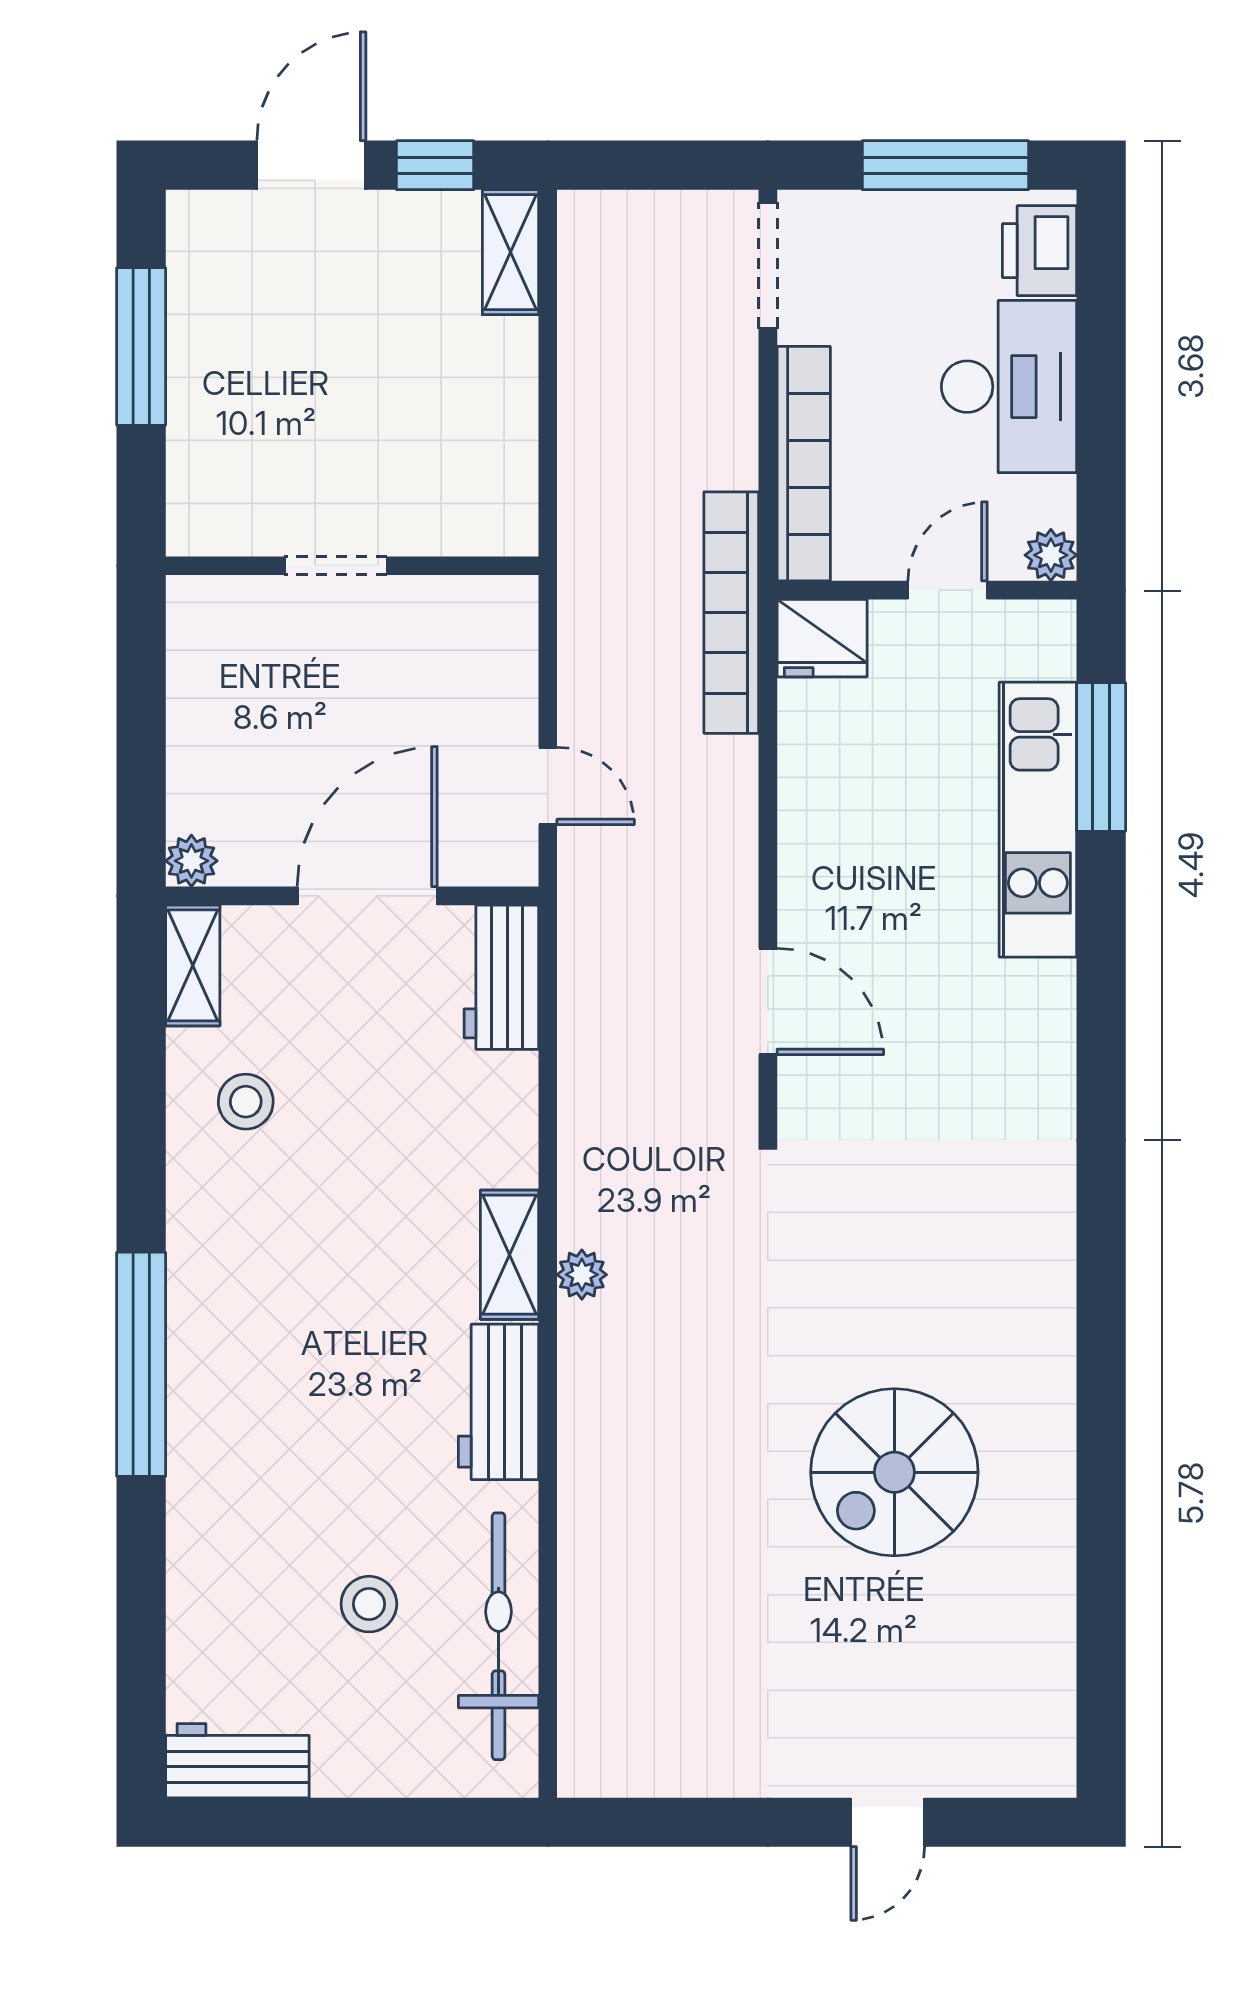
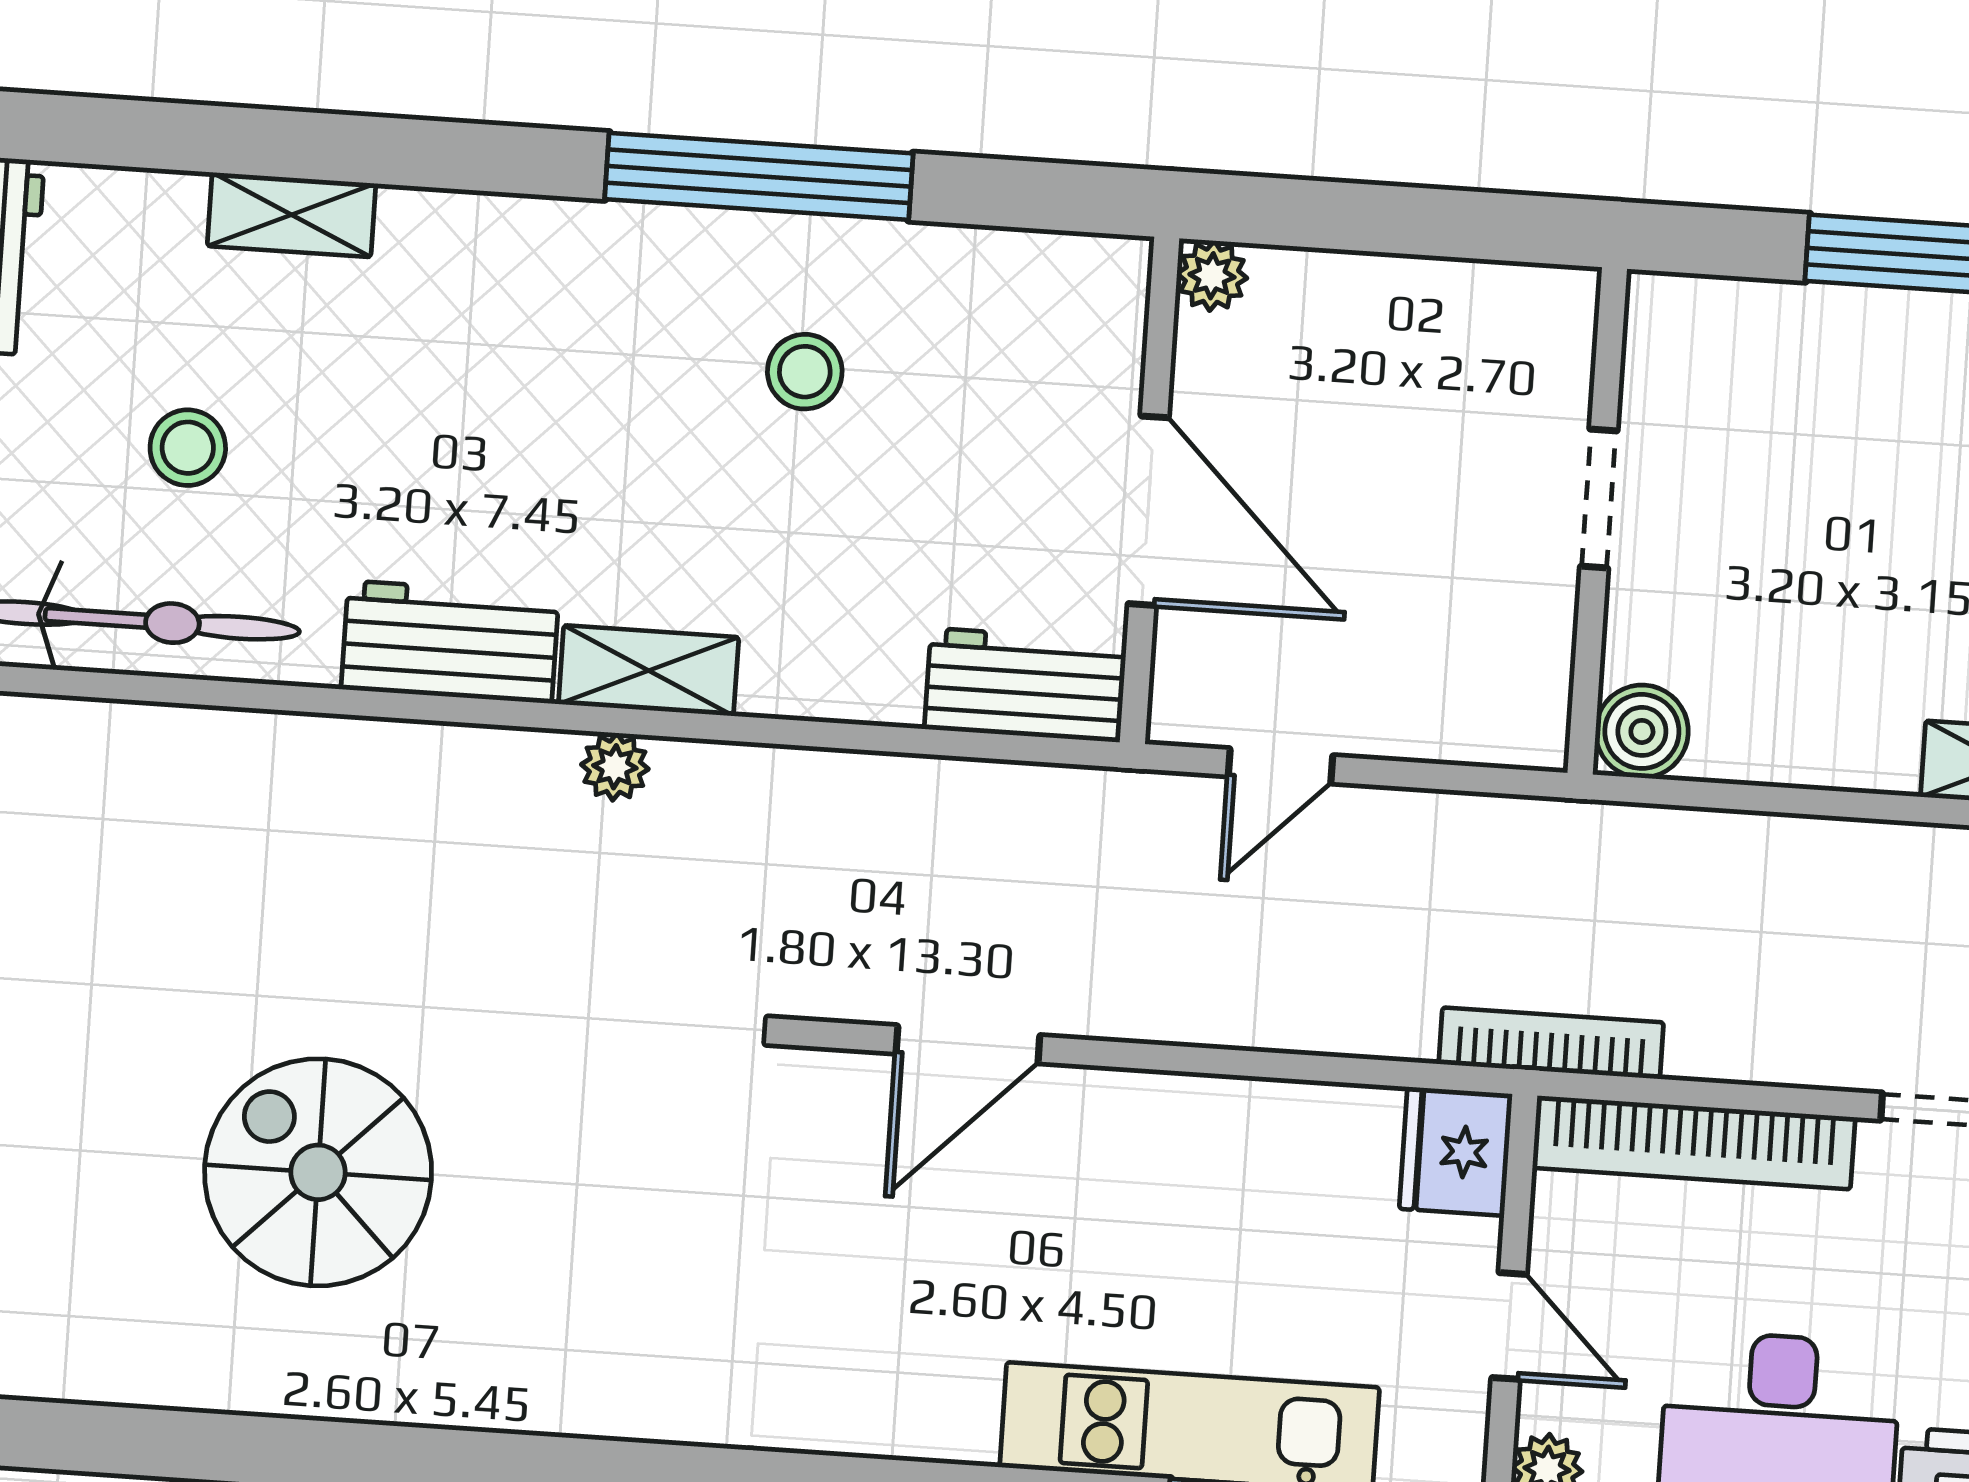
boiler: (504, 522) -> (1642, 731), added
bookcase: (731, 613) -> (1551, 1043), width x0.68, depth x0.76
shelving: (193, 965) -> (291, 215), moved
stool: (246, 1102) -> (805, 372), moved
window: (141, 1364) -> (759, 176), moved

